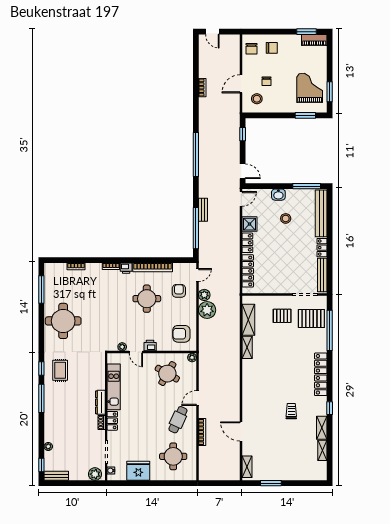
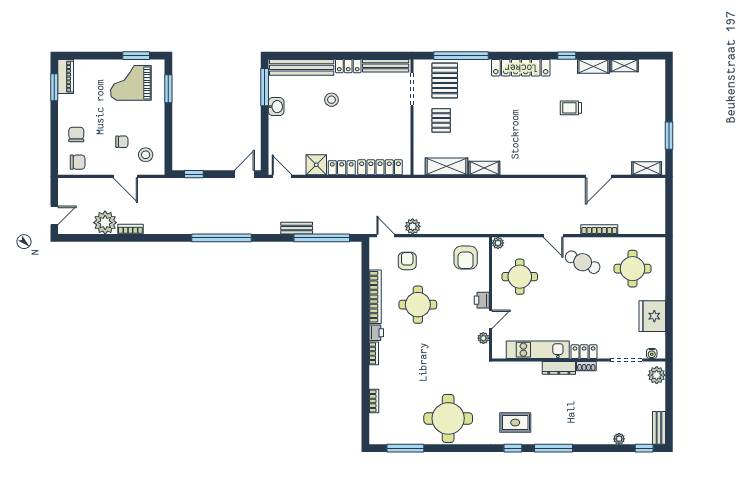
washbasin: (278, 195) -> (276, 107), moved
stool: (286, 218) -> (332, 100), moved
armchair: (179, 291) -> (407, 261), turned 90
plant: (207, 310) -> (105, 223), moved
round table: (167, 374) -> (520, 277), turned -30

